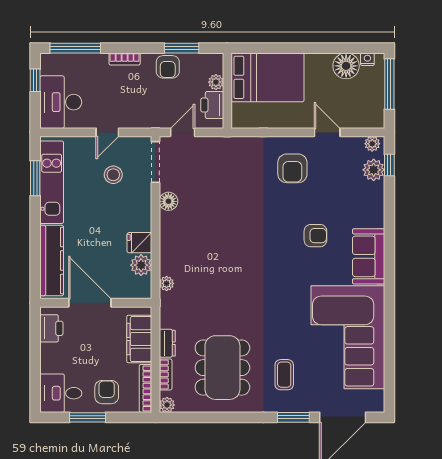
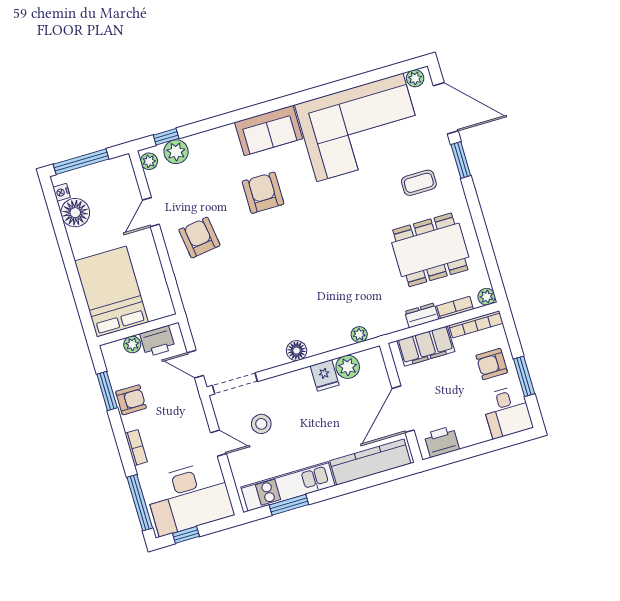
desk: (61, 102) -> (189, 498), width x1.36, depth x1.30
armchair: (292, 168) -> (199, 238), turned -98
floor lamp: (168, 201) -> (297, 351), moved
armchair: (315, 236) -> (263, 193), width x1.38, depth x1.38
plant: (377, 398) -> (415, 78), added

